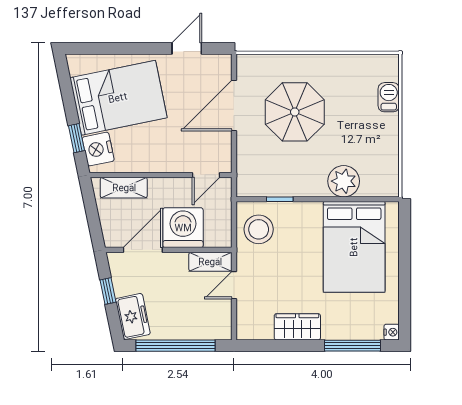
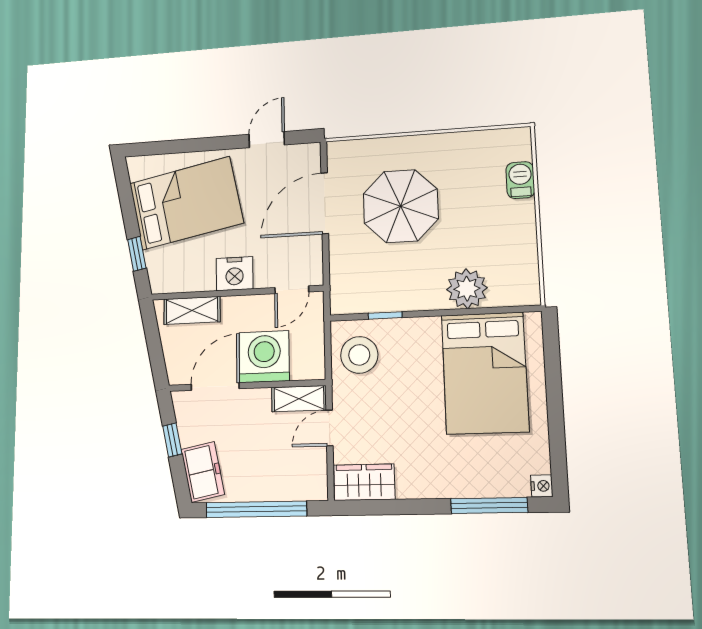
nightstand: (98, 149) -> (235, 274), moved, turned -78
wardrobe: (297, 327) -> (364, 482), moved

